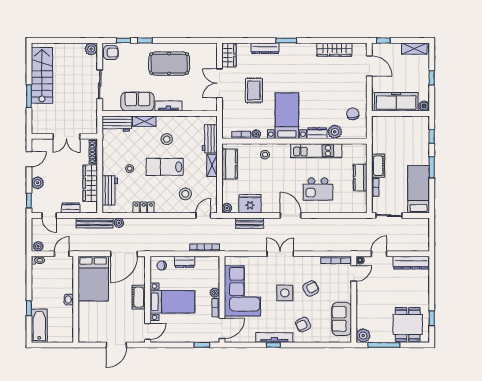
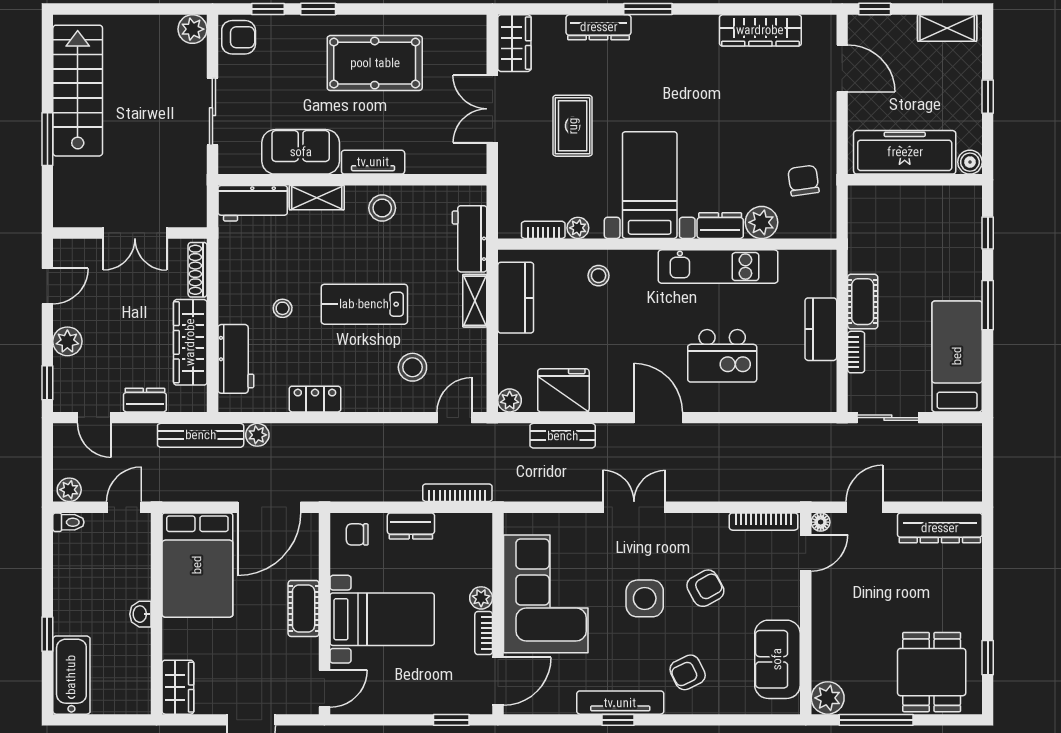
stool: (167, 139) -> (382, 208), moved
wardrobe: (85, 331) -> (178, 687), added

